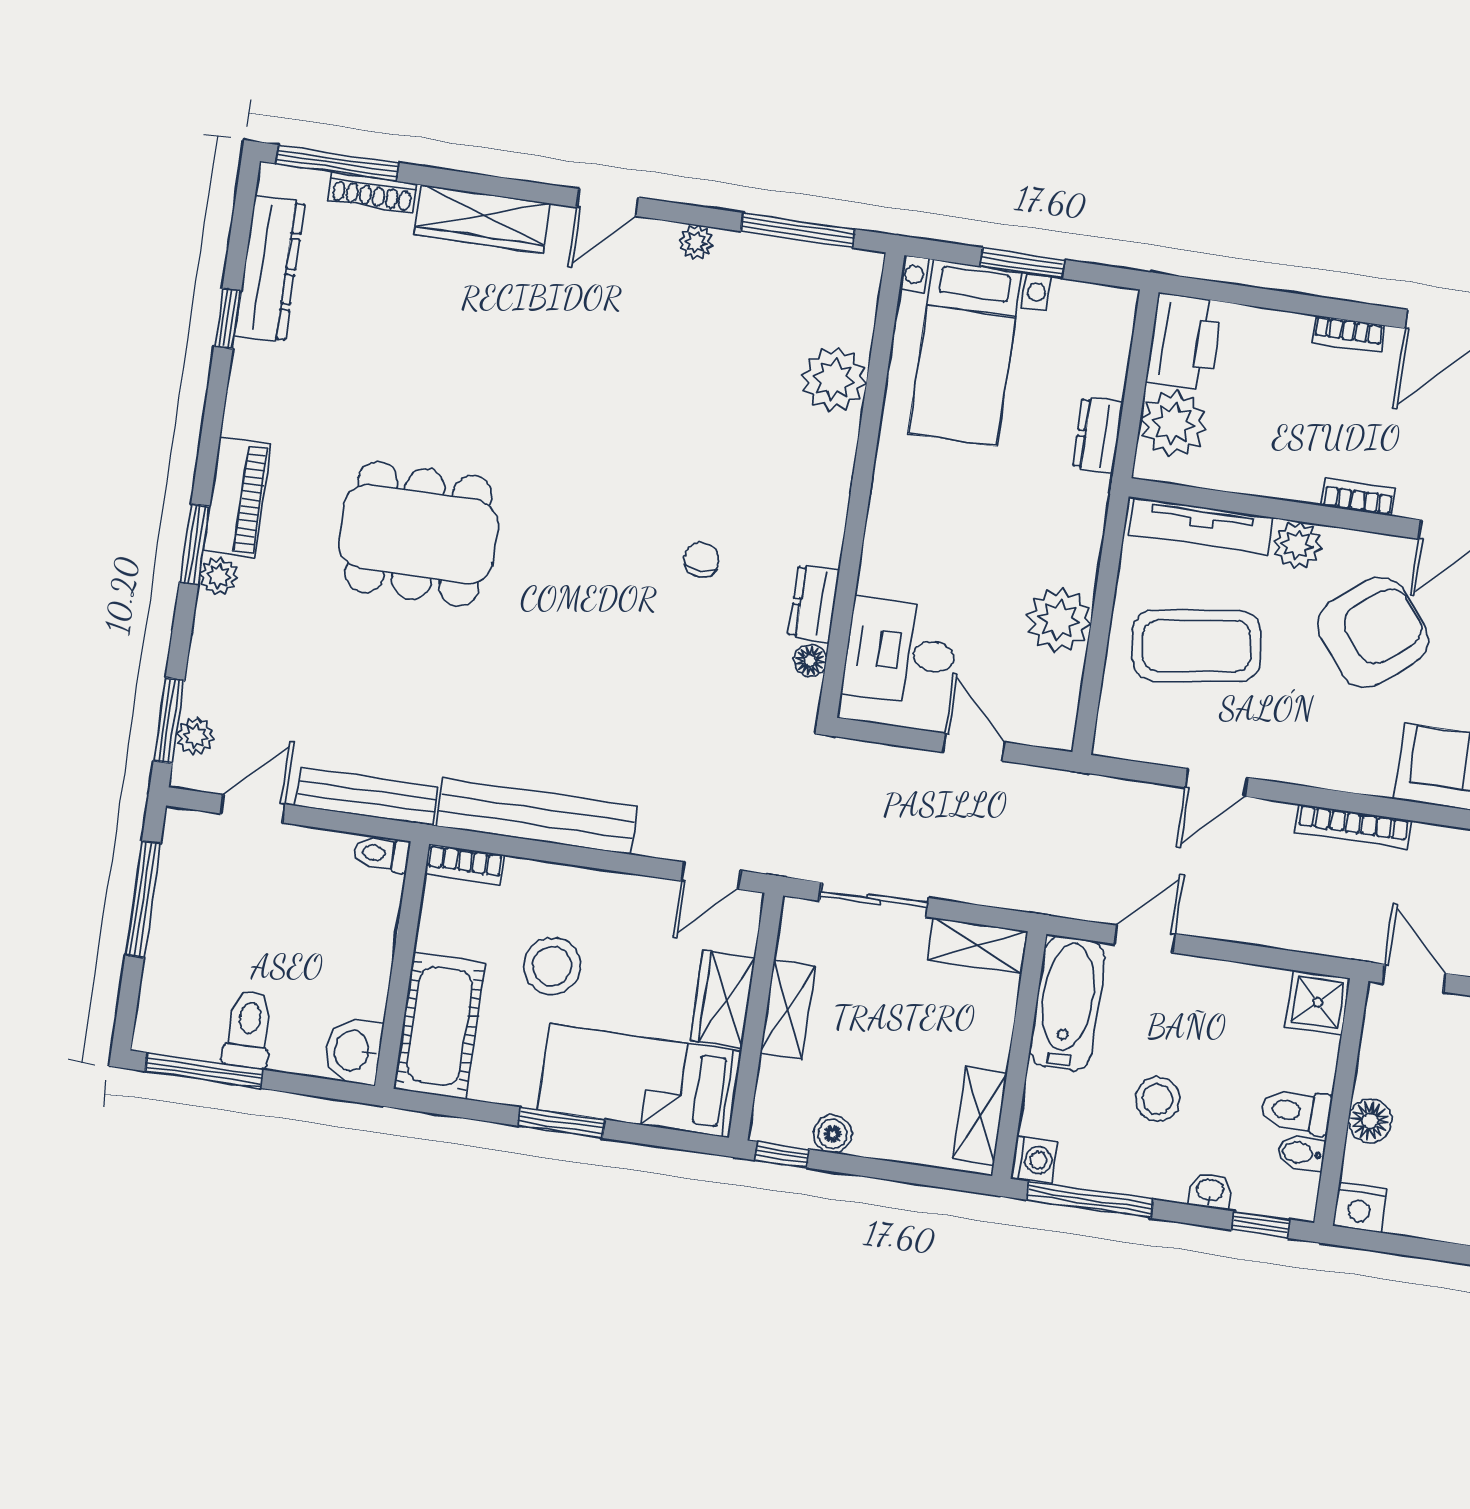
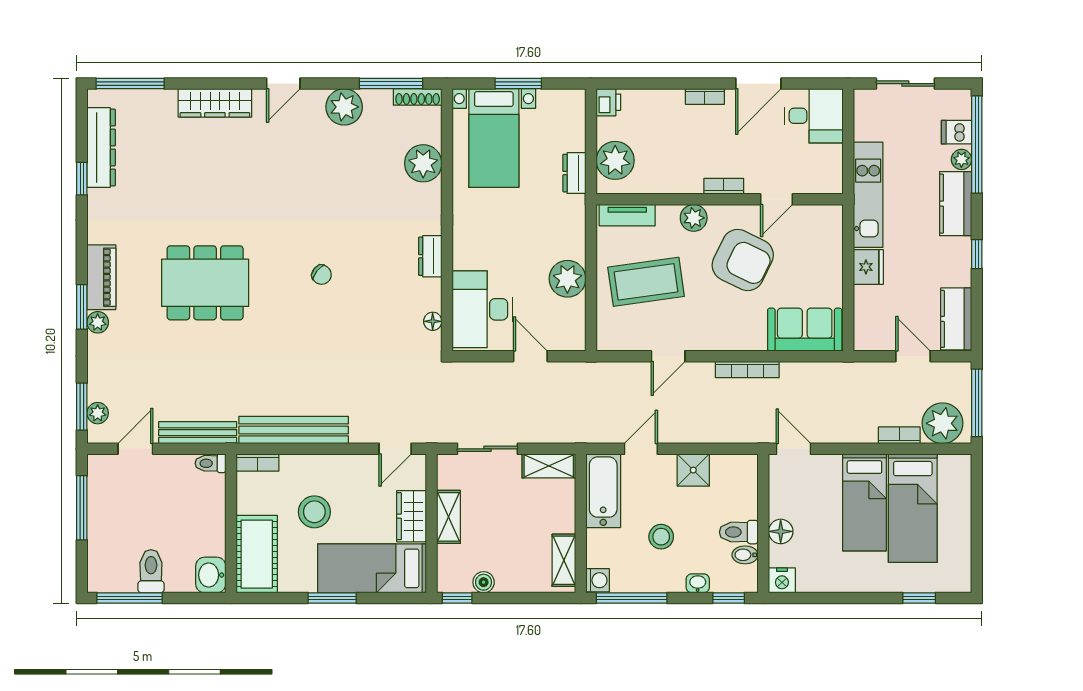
shoe rack: (372, 192) -> (418, 97), moved
plant: (696, 242) -> (344, 107), width x1.88, depth x1.88
printer: (1184, 341) -> (608, 102), width x0.53, depth x0.68
tv unit: (1201, 526) -> (627, 215), width x0.71
chair: (702, 560) -> (322, 275), moved, turned 128
dresser: (814, 604) -> (430, 256), moved
armchair: (1373, 632) -> (743, 260), turned 64
desk: (901, 652) -> (482, 309), width x1.37
shower: (1318, 1002) -> (693, 470), moved

